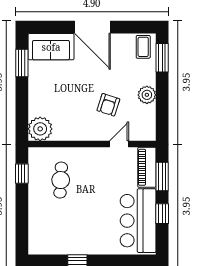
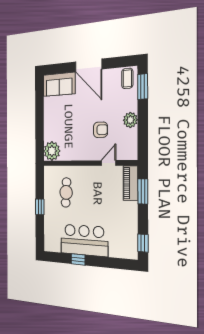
window: (22, 63) -> (39, 99), removed
armchair: (108, 105) -> (100, 130), turned -108
window: (22, 174) -> (40, 207), moved
window: (162, 214) -> (143, 243), moved
bar counter: (138, 221) -> (84, 240), moved, turned 90

